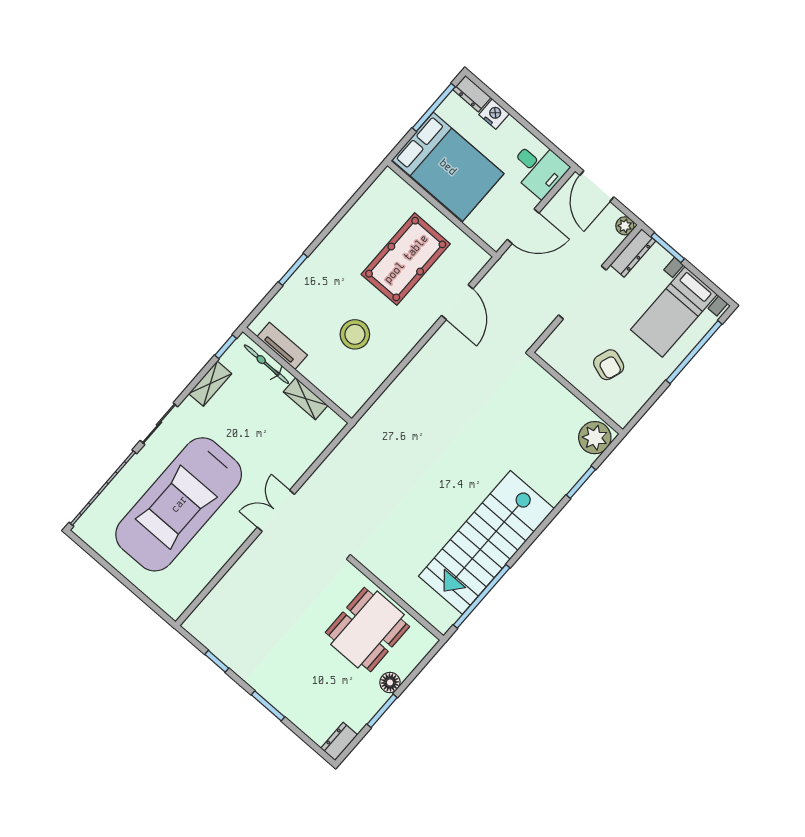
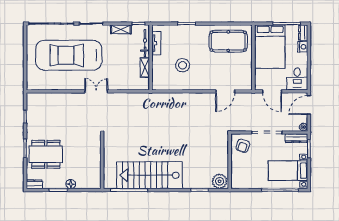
pool table: (406, 259) -> (228, 41), moved
armchair: (609, 365) -> (243, 146), moved
dining table: (367, 630) -> (46, 154), moved

